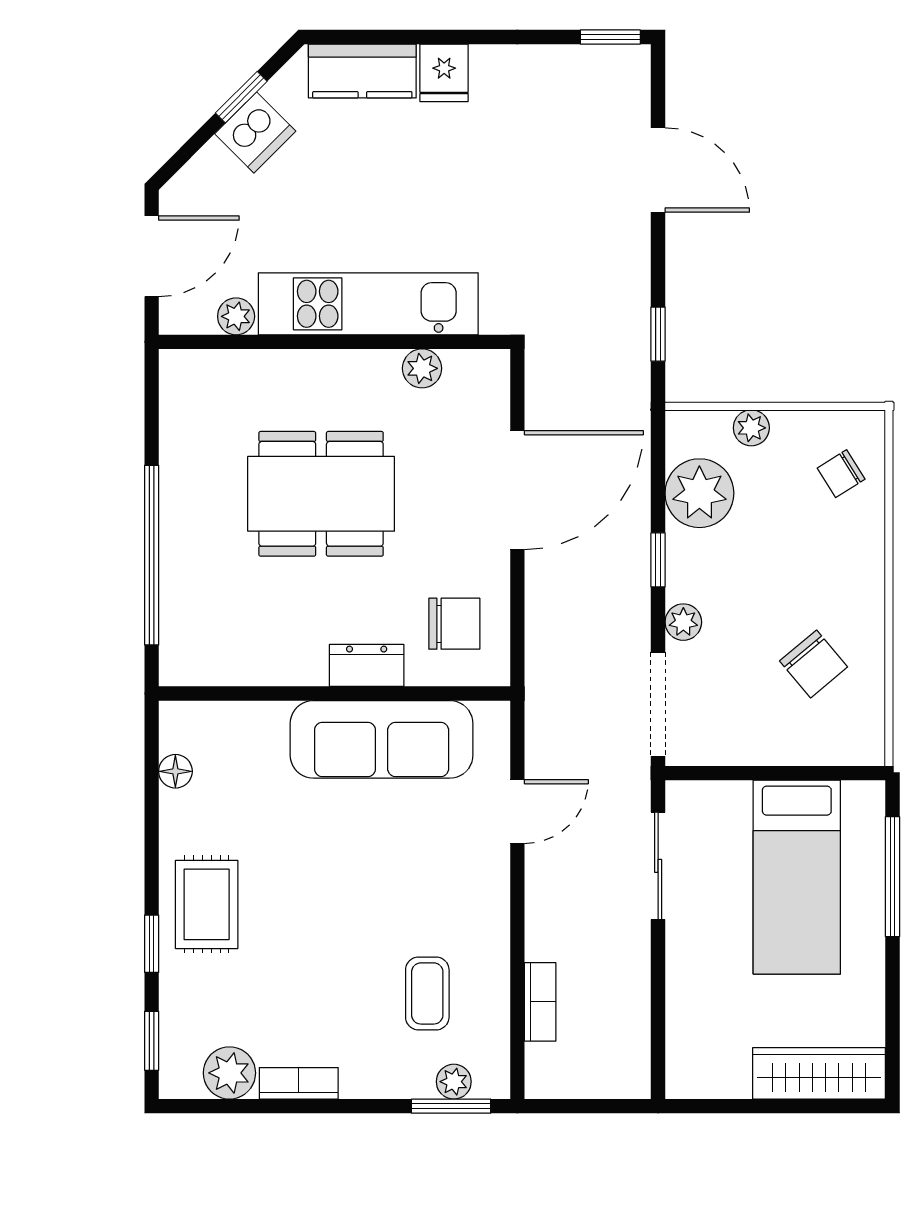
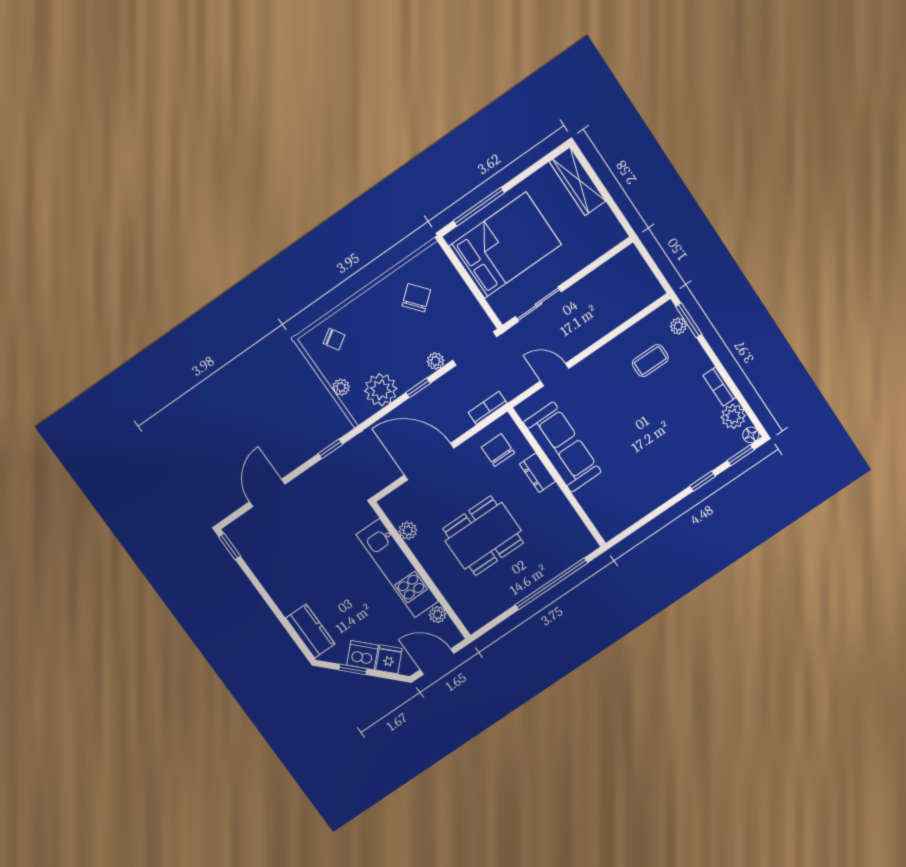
fridge: (444, 73) -> (389, 659), moved, turned -45
dining table: (321, 494) -> (483, 536), turned 90
floor lamp: (175, 771) -> (751, 435), moved
bed: (797, 877) -> (505, 245), width x1.50
rug: (207, 904) -> (673, 470), removed
bookcase: (540, 1002) -> (488, 408), moved

